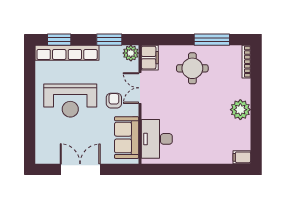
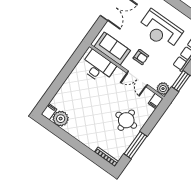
filing cabinet: (150, 58) -> (156, 101), width x0.50
double door: (140, 88) -> (137, 79), swing flipped
reception desk: (70, 101) -> (160, 30), turned -90
plant: (240, 110) -> (61, 119), moved

